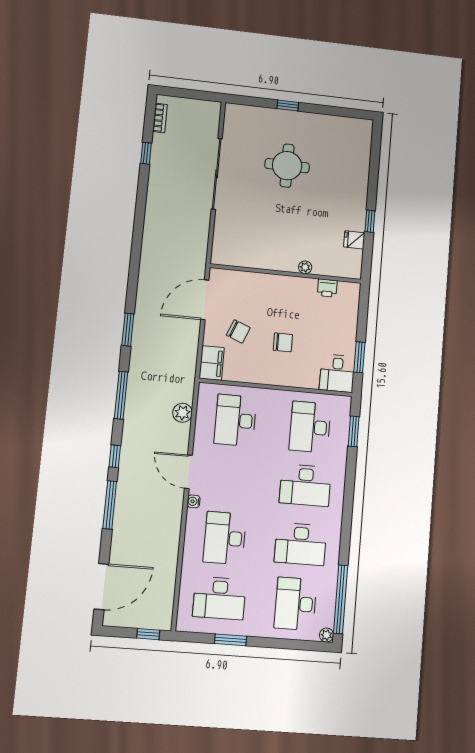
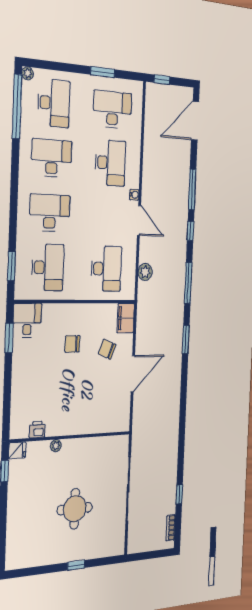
plant: (305, 267) -> (56, 446), moved
wall: (286, 273) -> (71, 437), moved
printer: (327, 288) -> (37, 430), moved

